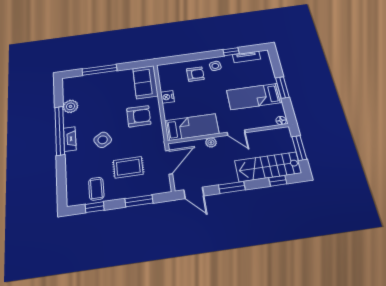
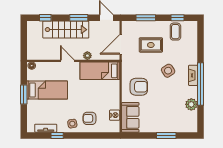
window: (100, 70) -> (166, 135), width x0.69
nightstand: (167, 97) -> (115, 115), moved
armchair: (139, 116) -> (139, 87), turned 180
window: (299, 148) -> (24, 41), removed
stairs: (268, 167) -> (66, 30), moved

